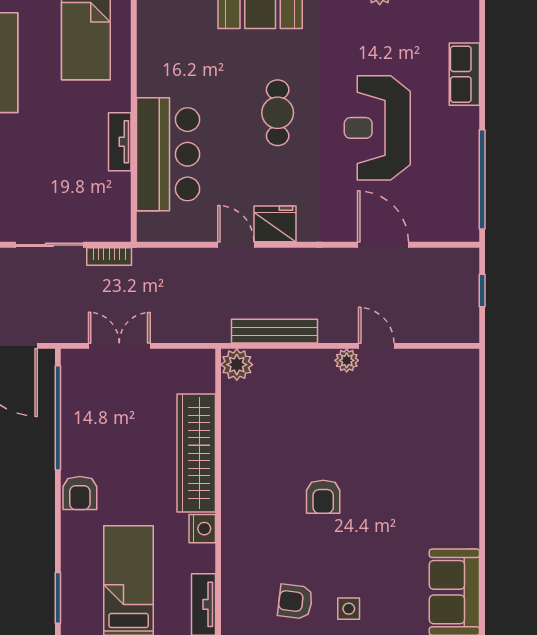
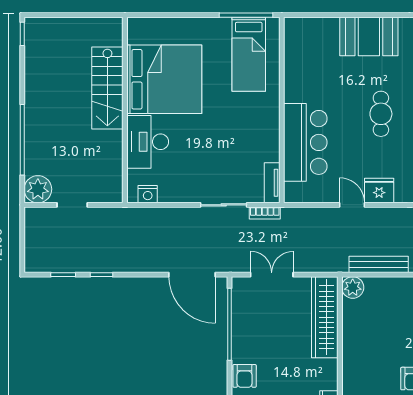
tv unit: (120, 142) -> (272, 183), moved
wardrobe: (196, 453) -> (325, 317), moved

